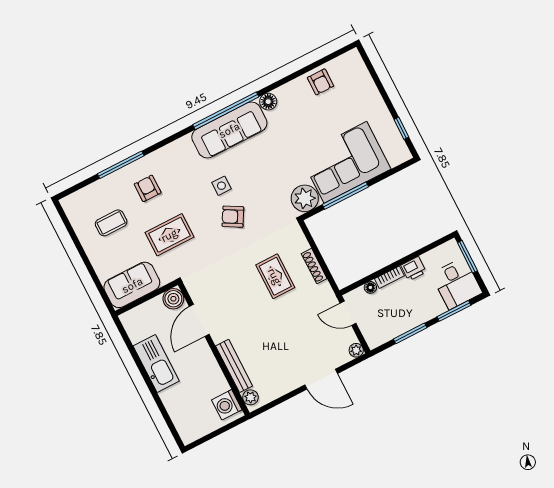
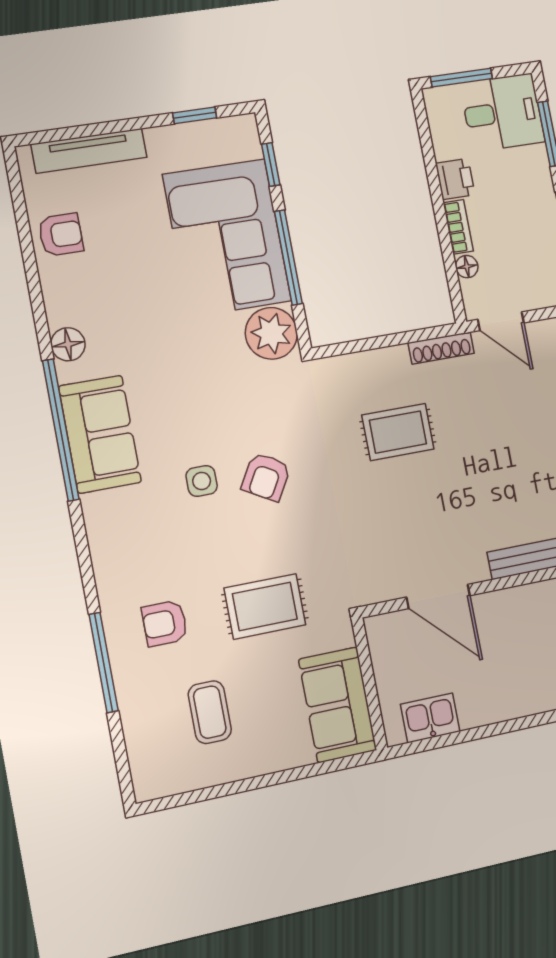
tv unit: (366, 83) -> (89, 151), added
sofa: (229, 130) -> (100, 434), width x0.73
window: (389, 173) -> (271, 165), added
rug: (169, 235) -> (265, 606), turned 90
shoe rack: (314, 266) -> (441, 348), moved
boiler: (173, 299) -> (385, 633), removed
door: (348, 313) -> (501, 321), hinge flipped
kitchen sink: (156, 363) -> (430, 718), moved, width x0.53, depth x0.81

